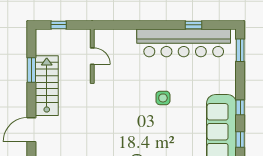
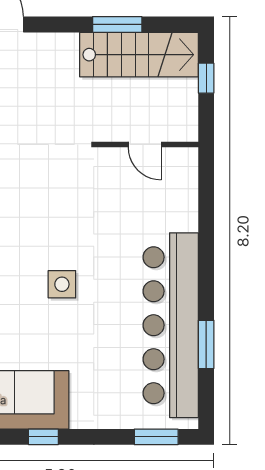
window: (193, 25) -> (206, 344), width x1.50
door: (92, 56) -> (145, 145), hinge flipped
stairs: (47, 86) -> (139, 55), moved

